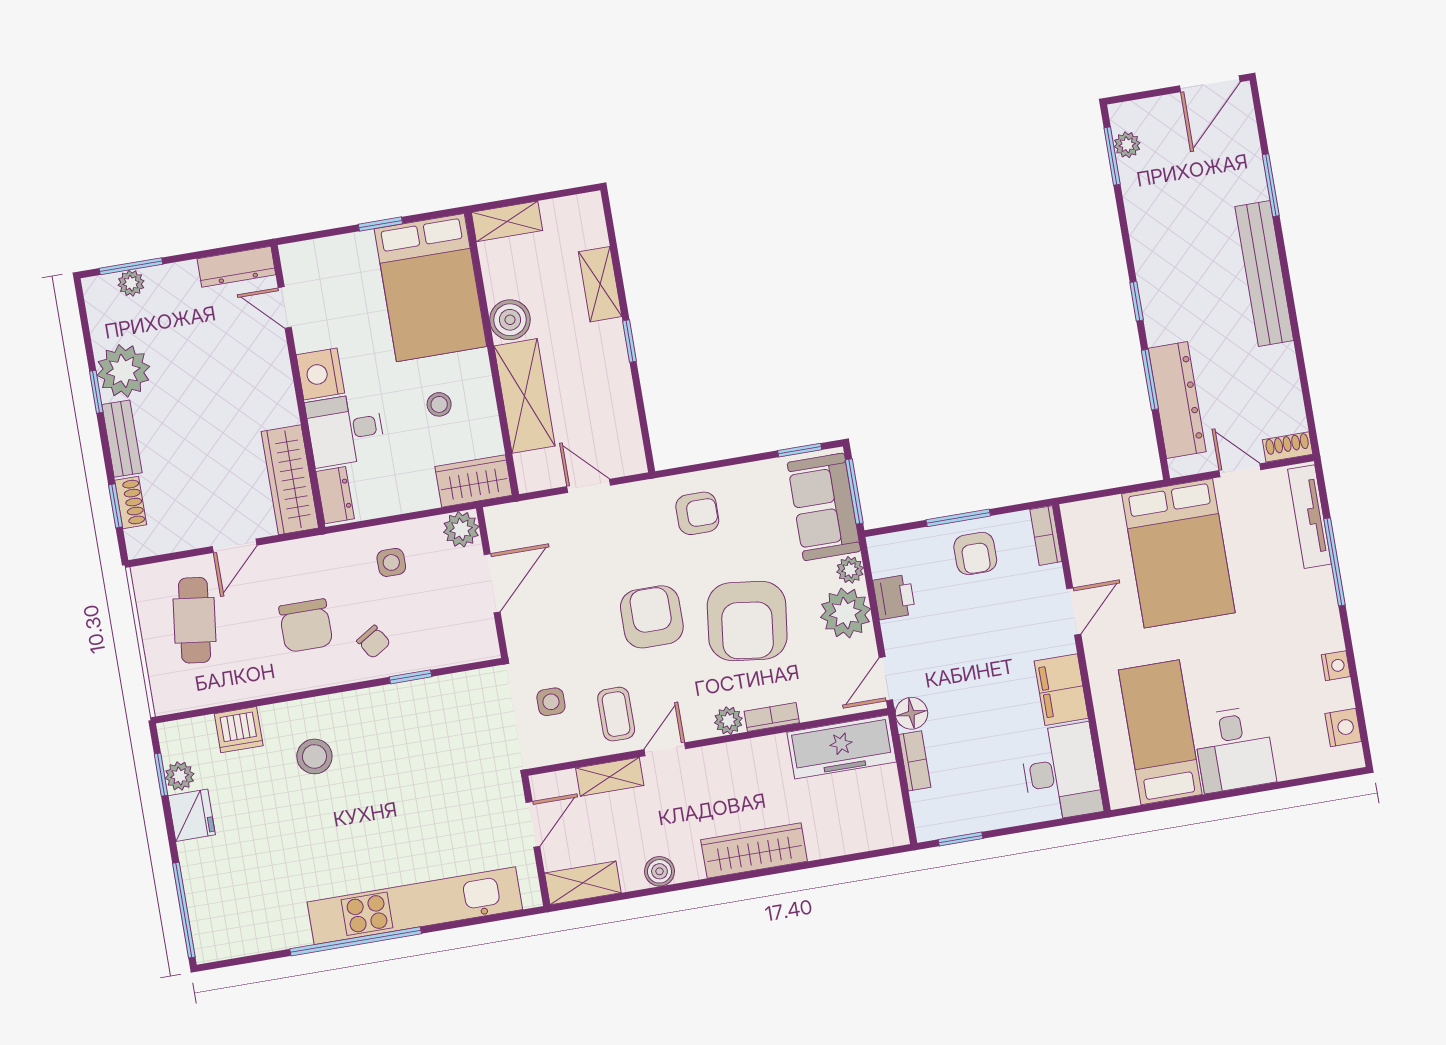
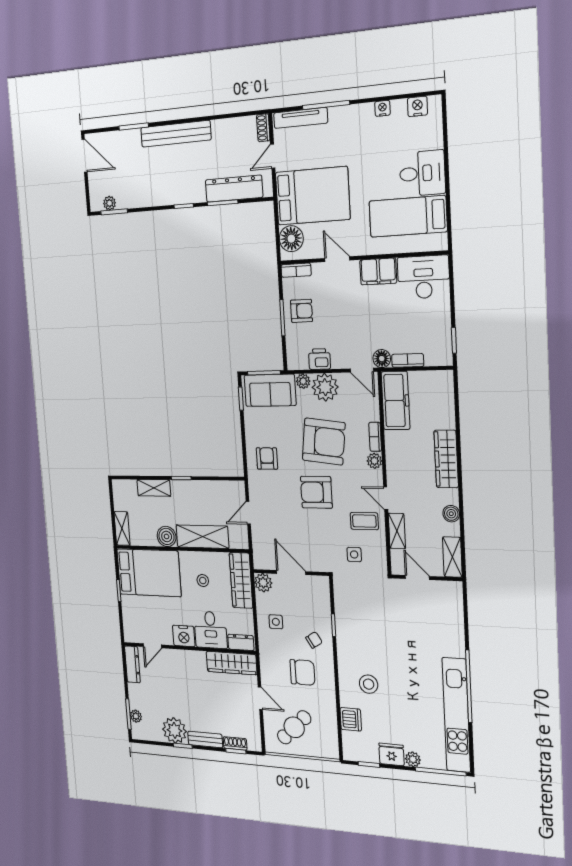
wardrobe: (474, 481) -> (241, 580), width x1.50
floor lamp: (1100, 521) -> (291, 239), added
cafe table: (194, 620) -> (294, 727), turned -51
plant: (180, 776) -> (413, 759), moved
kitchen unit: (415, 906) -> (456, 715), moved

